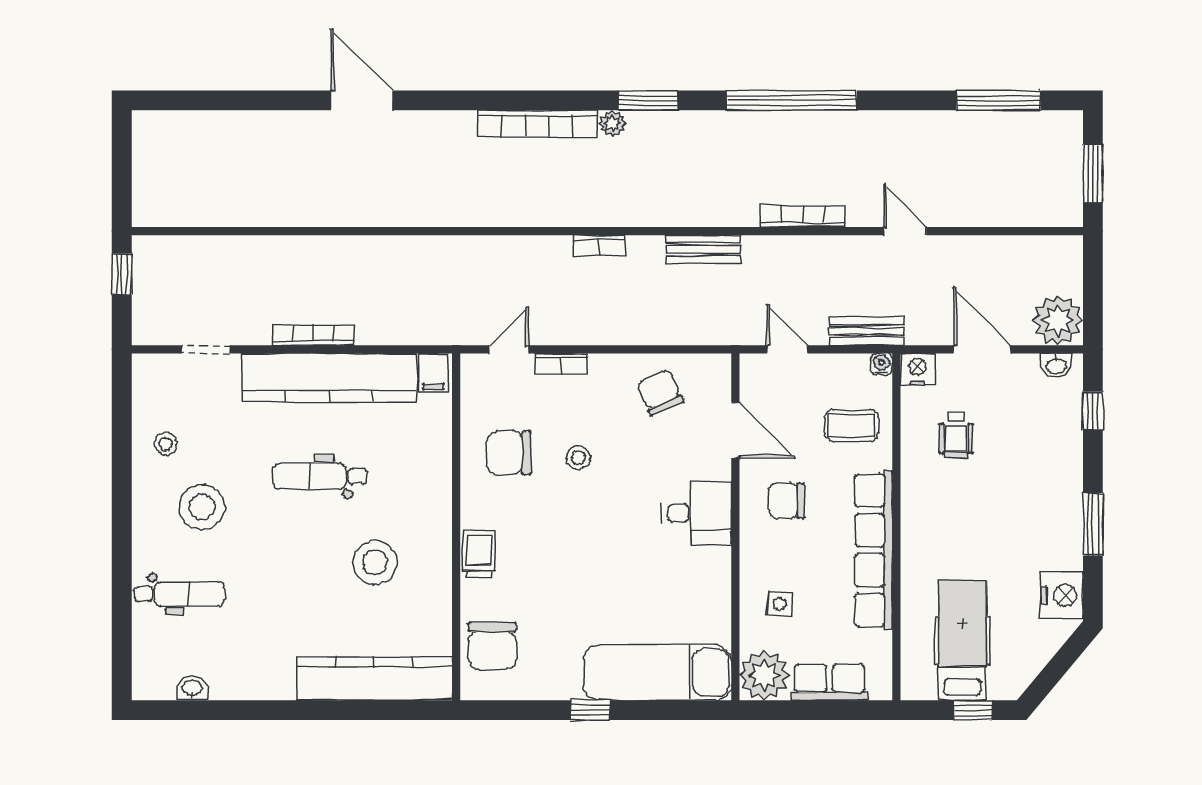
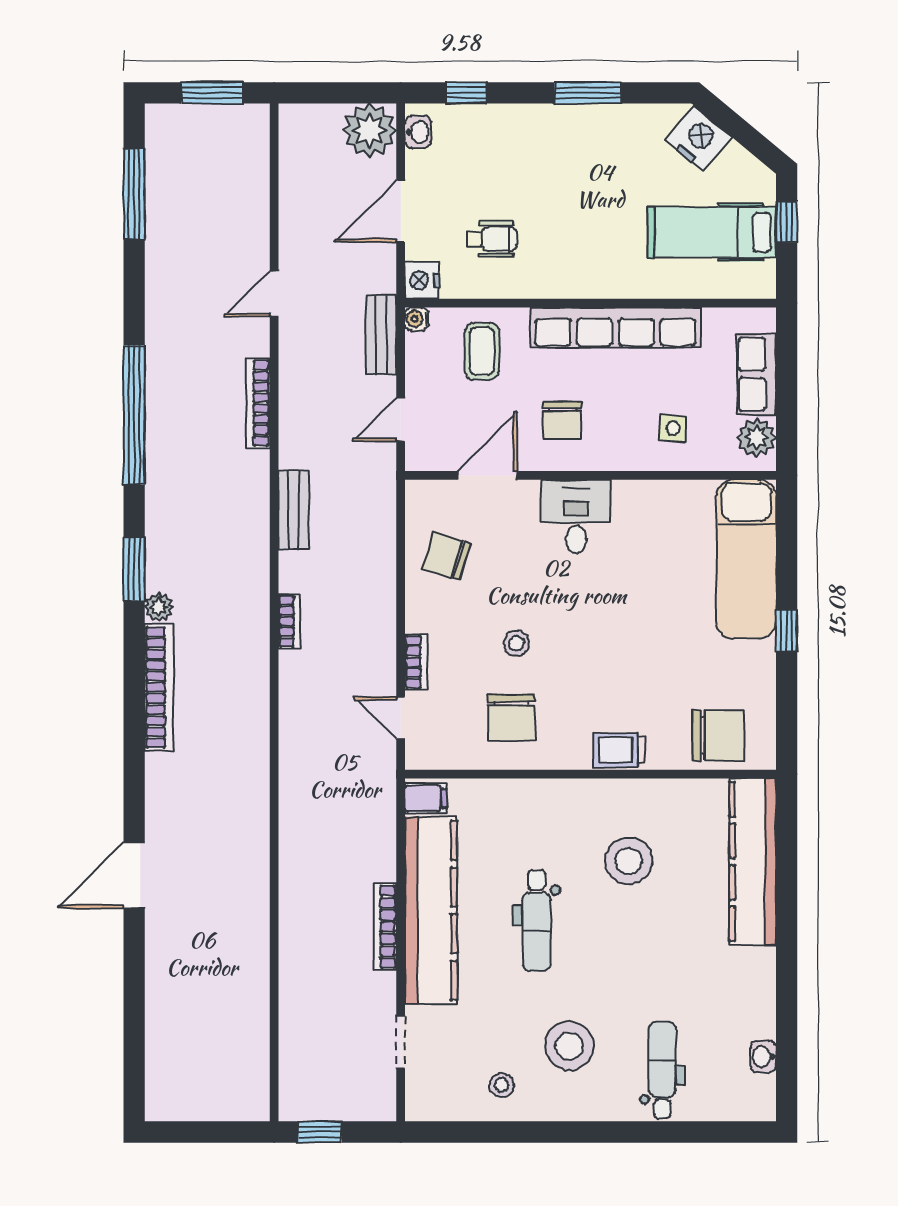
chair: (660, 392) -> (447, 556), turned 41
nightstand: (1062, 595) -> (698, 138), moved, turned 40
plant: (764, 675) -> (757, 437), width x0.73, depth x0.73

